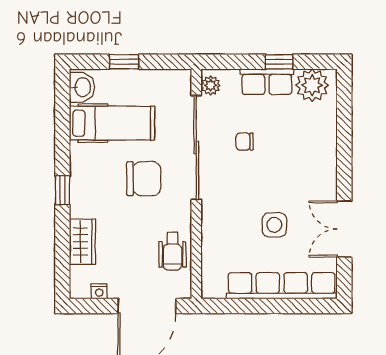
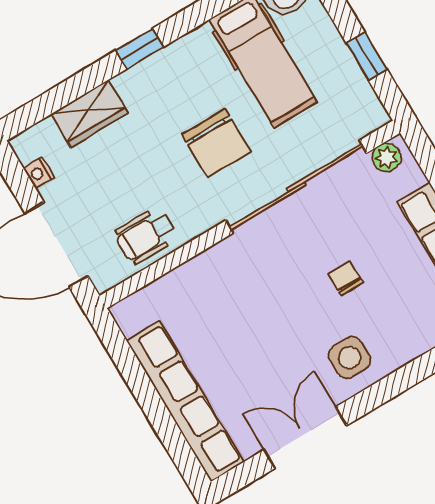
window: (124, 62) -> (367, 56), moved
chair: (245, 142) -> (346, 278), moved
side table: (274, 225) -> (349, 358), moved

